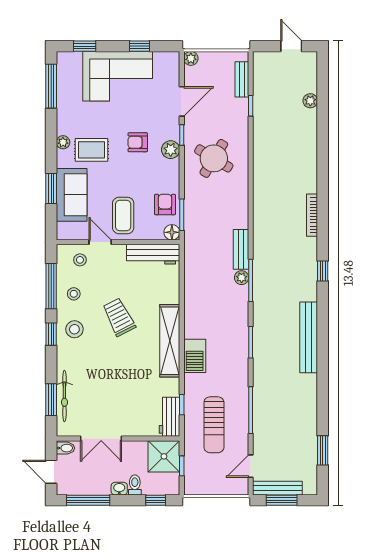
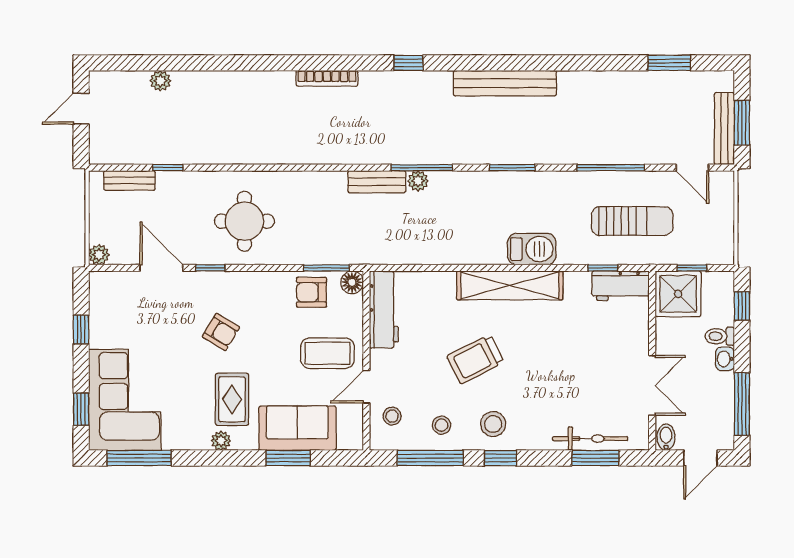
corner sofa: (118, 76) -> (125, 400), moved
armchair: (138, 142) -> (221, 332), turned -59
plant: (171, 150) -> (232, 284), removed
round table: (214, 158) -> (244, 221), turned -31

